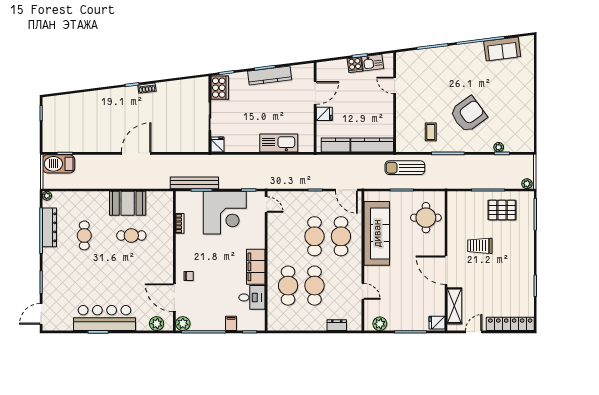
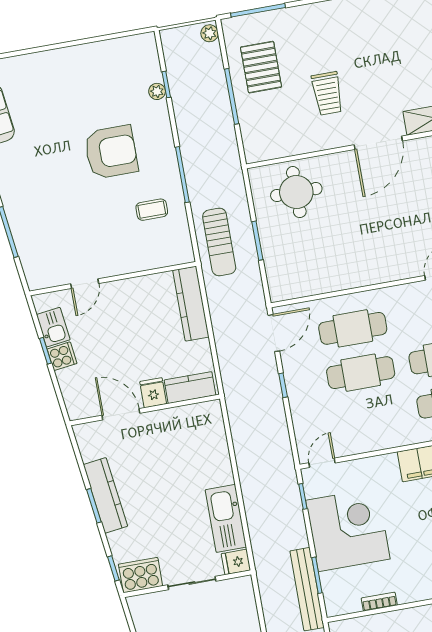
armchair: (468, 114) -> (111, 152), turned 126
kitchen sink: (279, 143) -> (226, 518), moved
kitchen counter: (336, 145) -> (190, 388), moved, turned 90
sofa: (377, 233) -> (337, 269), removed

